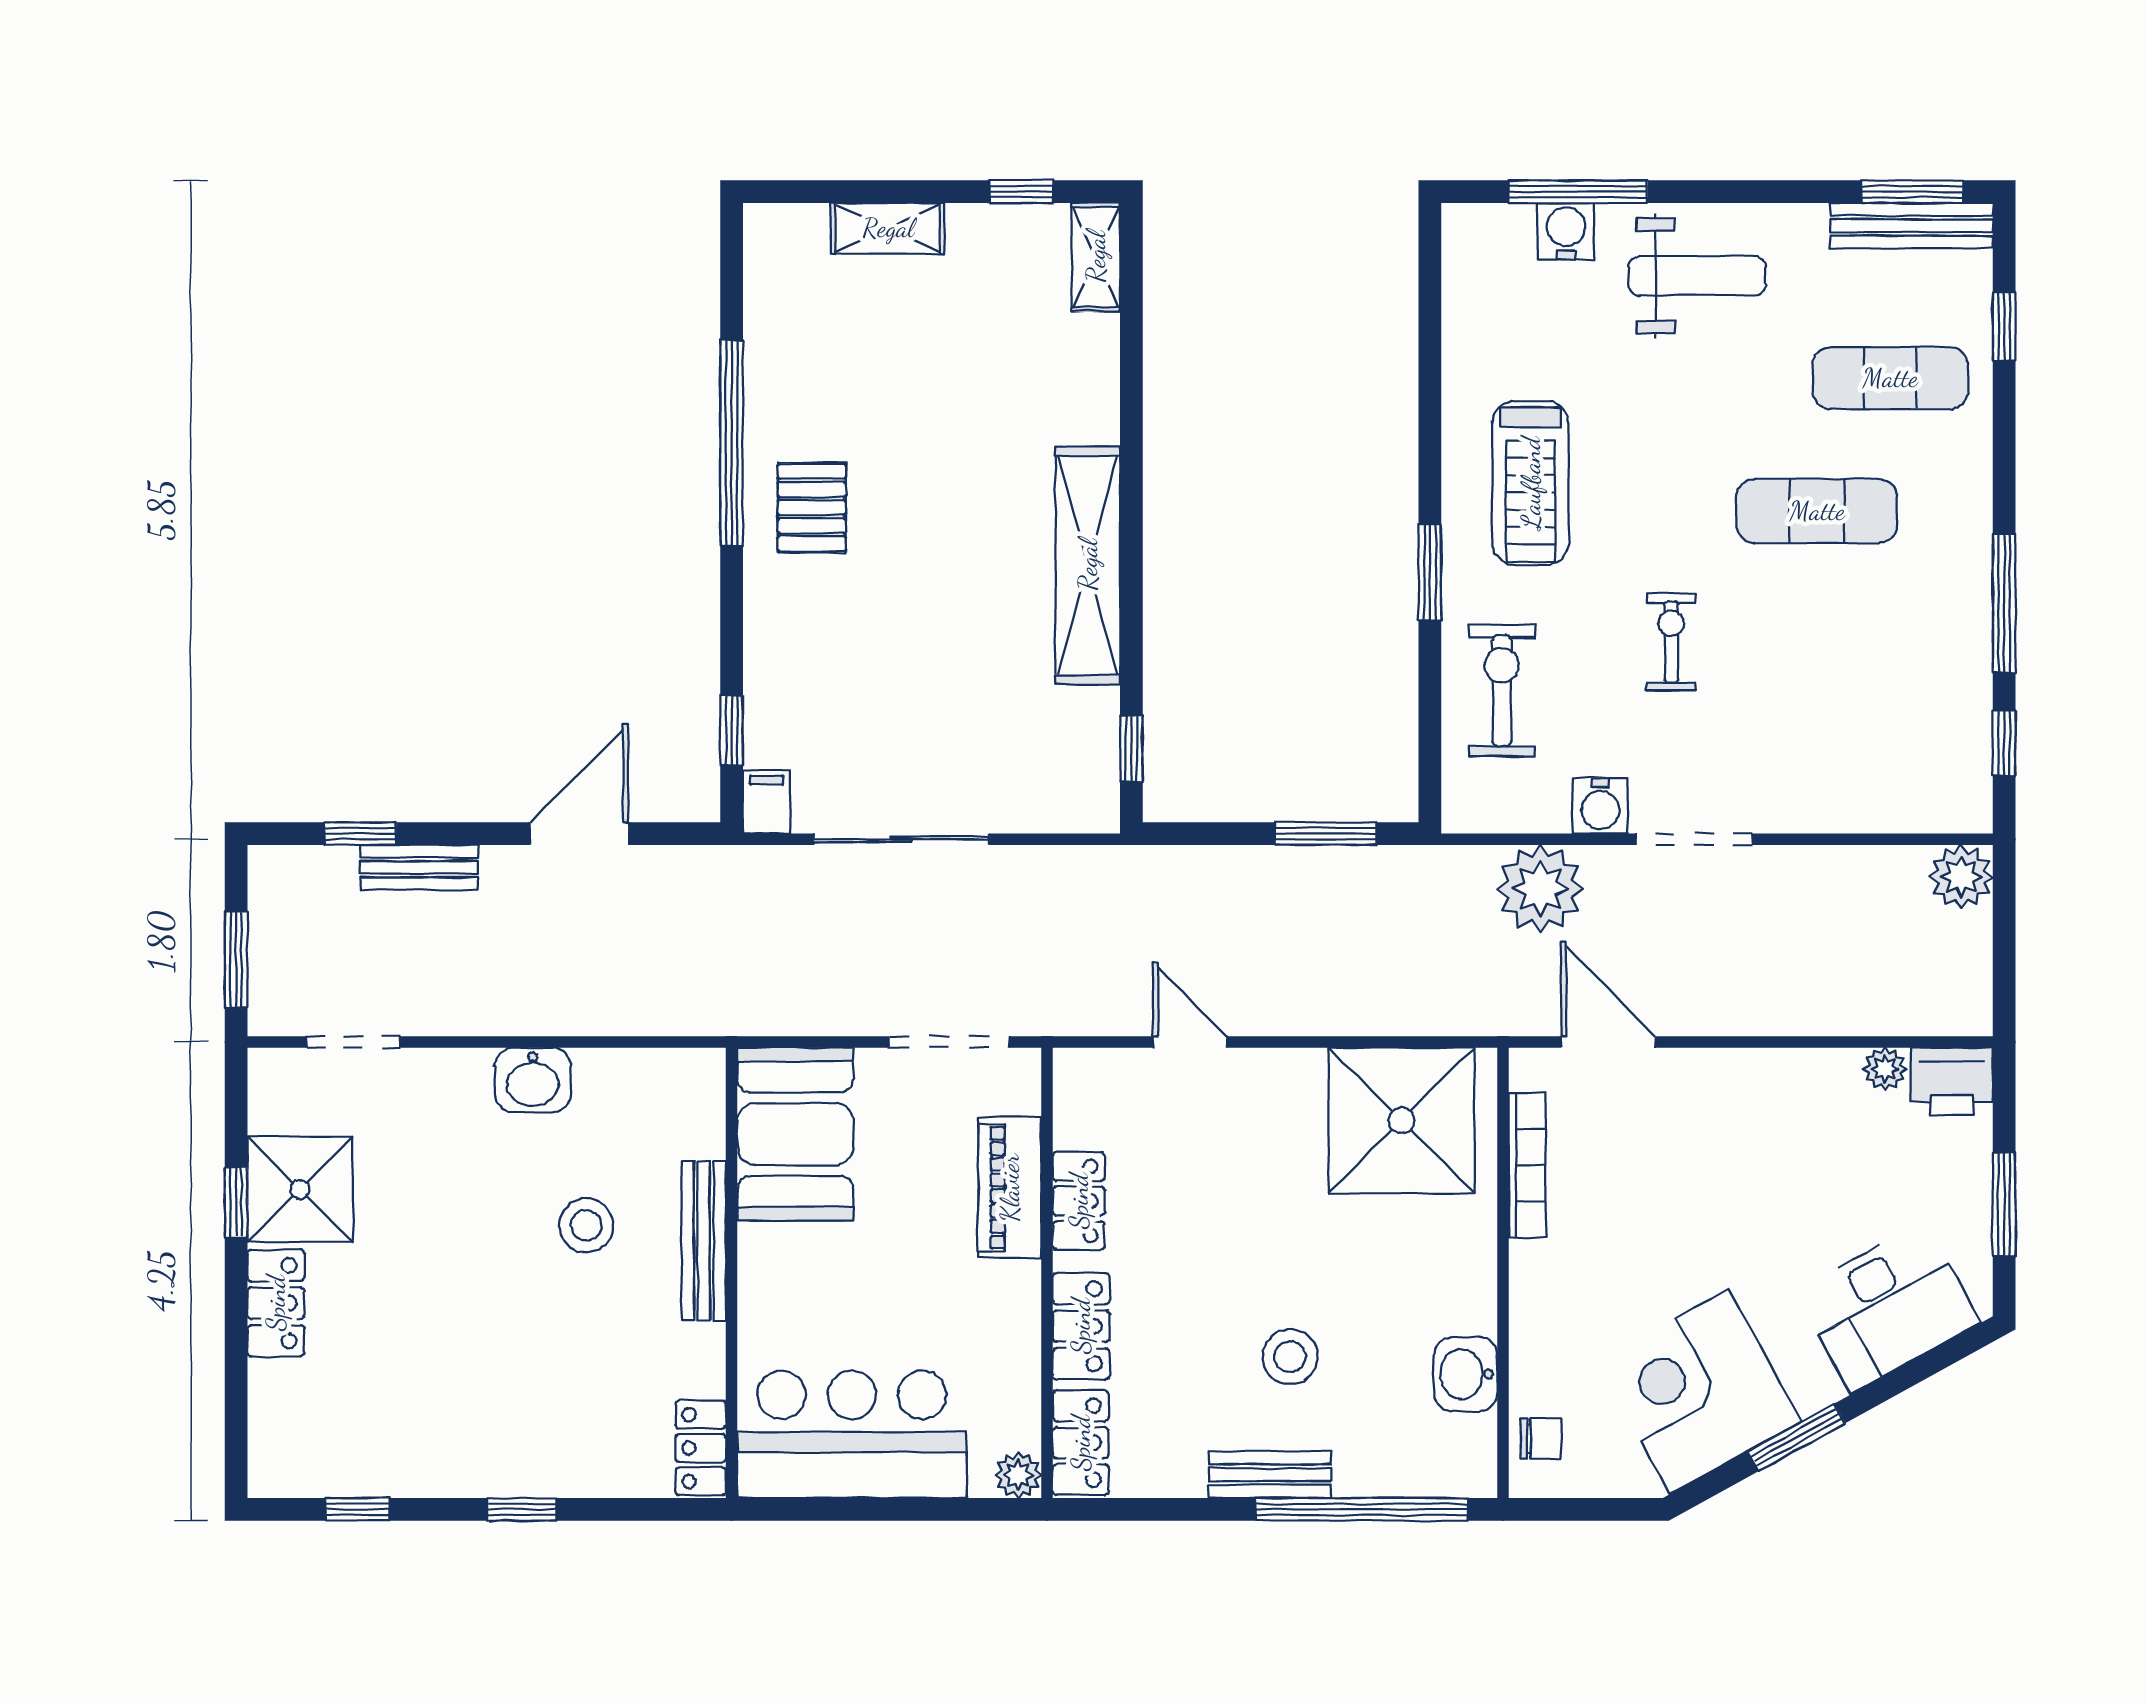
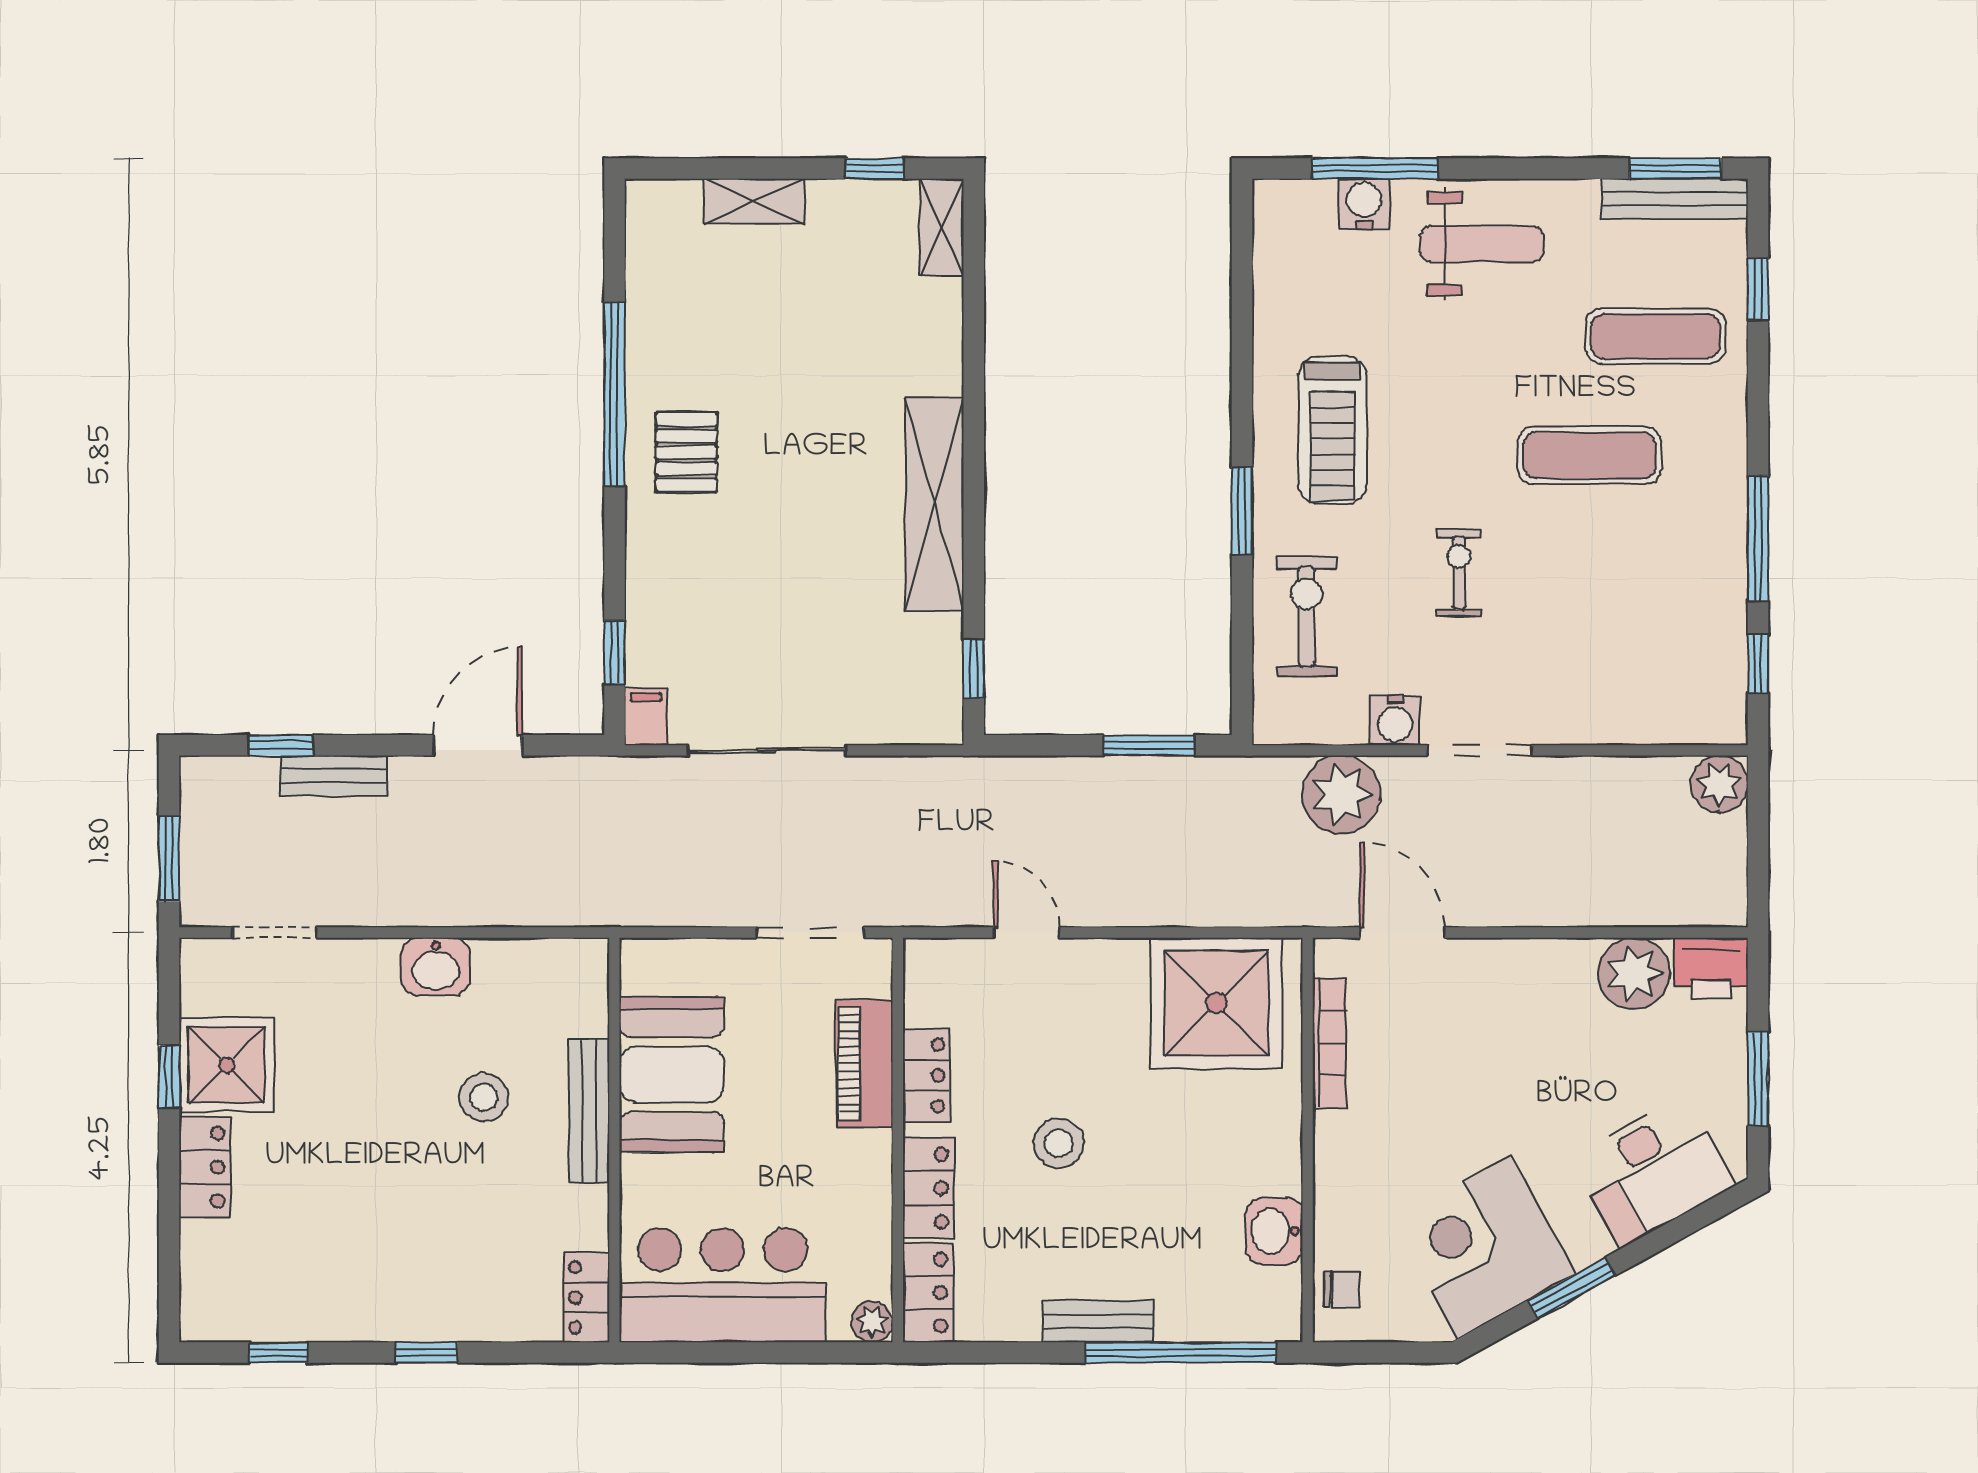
plant: (1885, 1069) -> (1634, 973), width x1.87, depth x1.87
booth: (795, 1134) -> (672, 1075), moved
stool: (1290, 1357) -> (1059, 1143), moved

